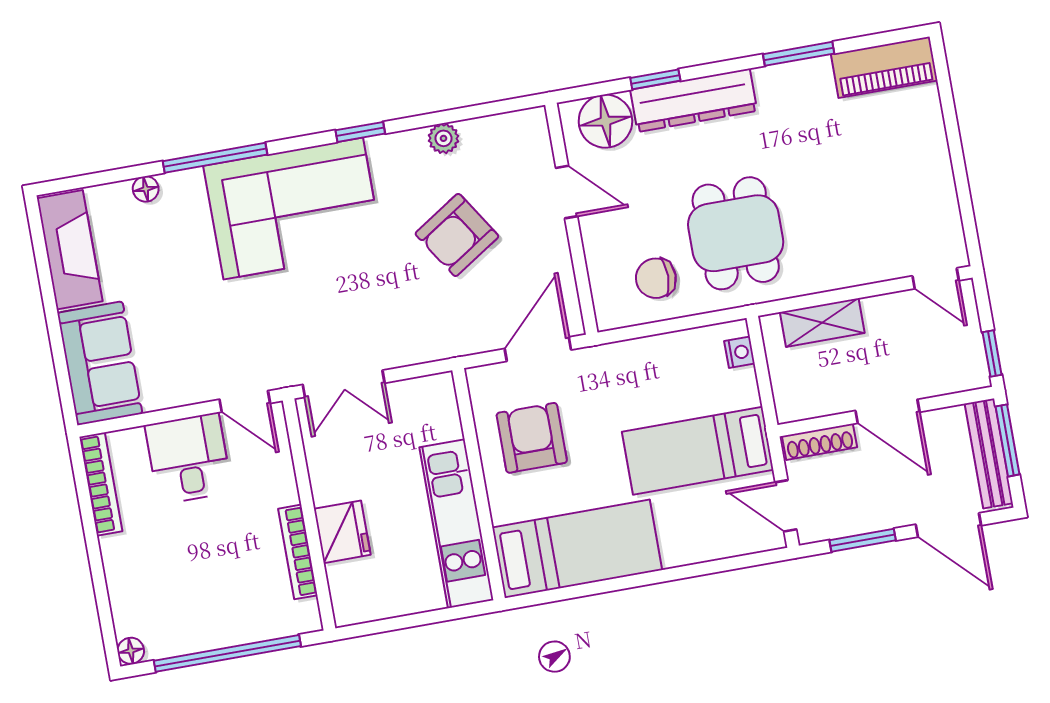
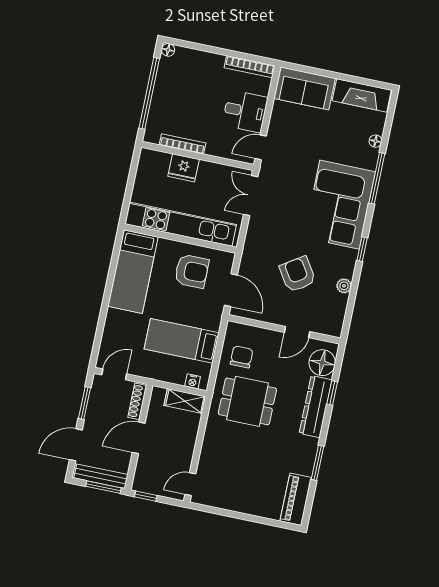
shelving: (822, 323) -> (185, 401), moved, turned 90
bed: (698, 451) -> (182, 341), moved, turned -90
kitchen unit: (456, 524) -> (181, 224), width x1.36

